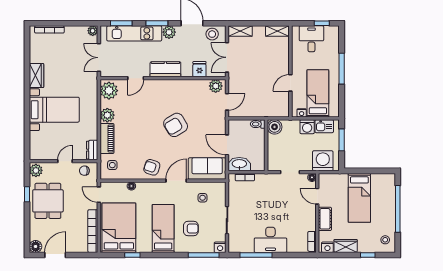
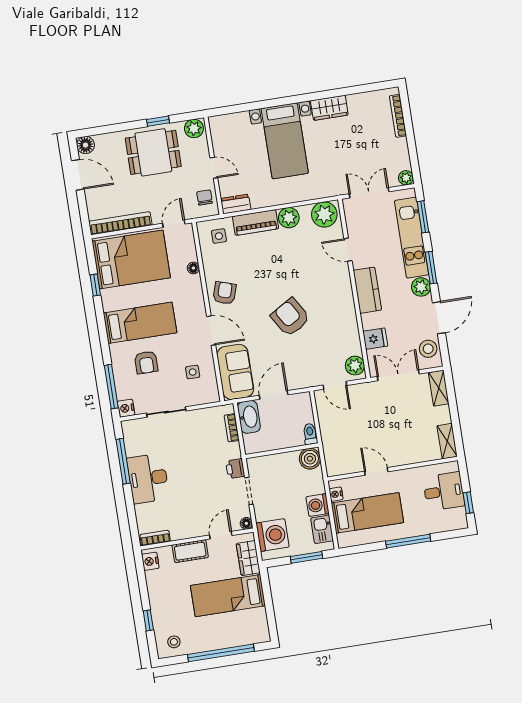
printer: (273, 179) -> (235, 469), added
wardrobe: (346, 246) -> (248, 558), moved, turned 180

